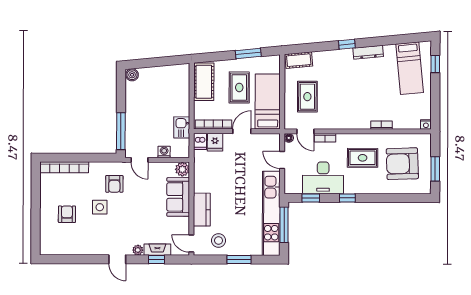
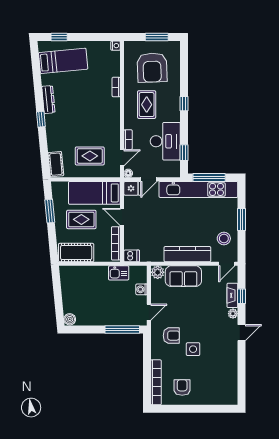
fridge: (215, 142) -> (132, 188), moved
window: (347, 198) -> (184, 104), moved
kitchen counter: (202, 210) -> (187, 254), width x1.50
armchair: (67, 214) -> (182, 388), moved, turned 90

